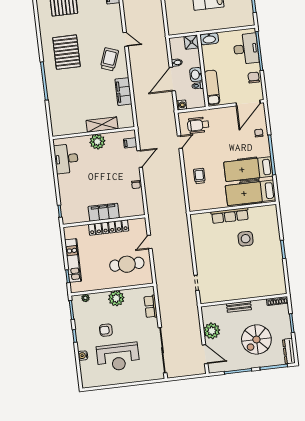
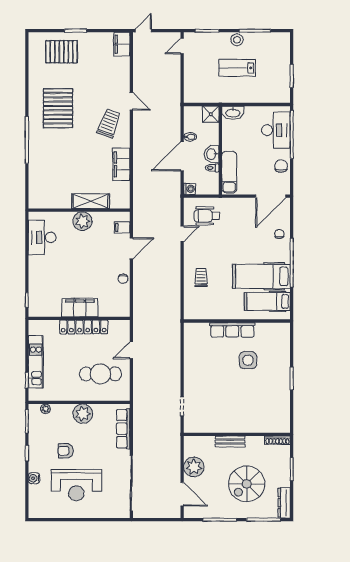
hospital bed: (251, 193) -> (267, 301), width x0.73, depth x0.78
row of seats: (151, 307) -> (123, 429), width x1.48

